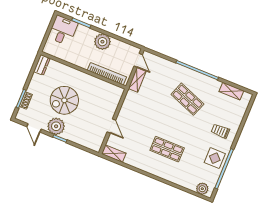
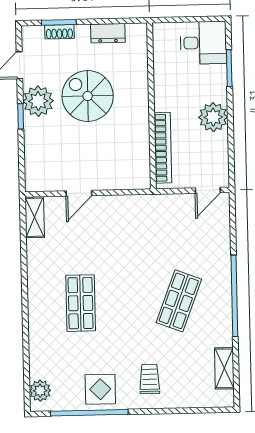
dresser: (42, 65) -> (108, 33), moved
shelving: (137, 80) -> (174, 203), removed

